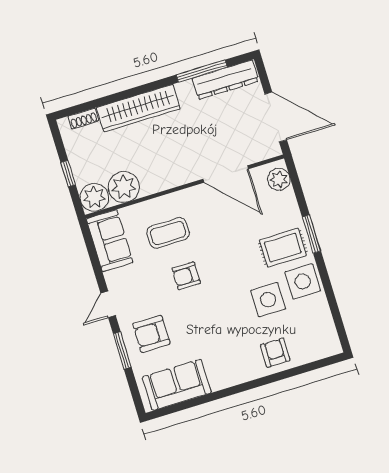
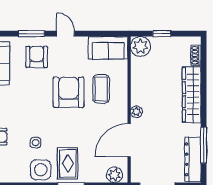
plant: (124, 187) -> (136, 112), moved, width x0.53, depth x0.53
armchair: (186, 276) -> (69, 92), width x1.88, depth x1.88
side table: (268, 300) -> (36, 143), width x0.54, depth x0.54

